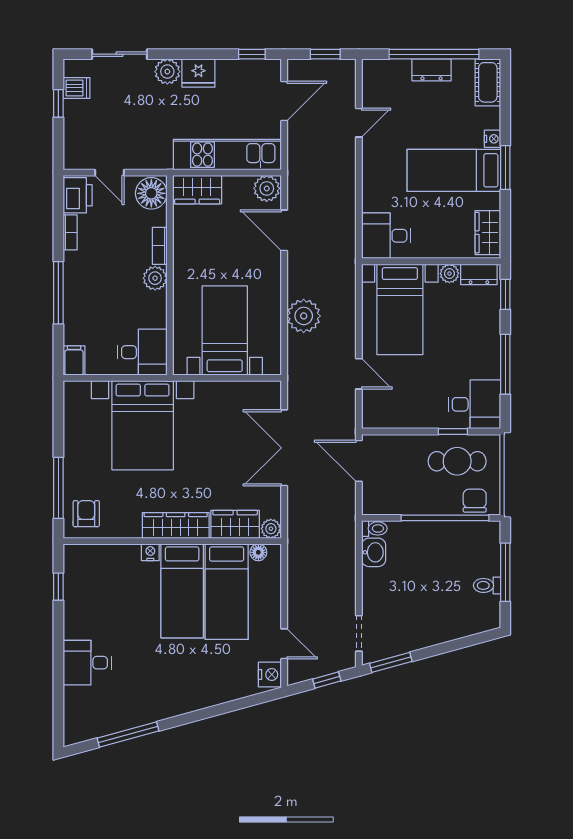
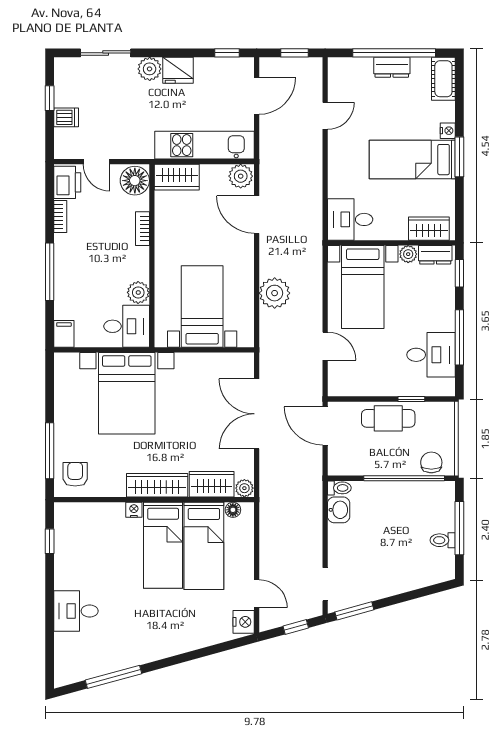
dishwasher: (76, 88) -> (66, 117), moved
wardrobe: (488, 233) -> (429, 229), moved, turned 90
plant: (155, 278) -> (138, 292), moved
desk: (474, 404) -> (431, 355), moved
cafe table: (457, 461) -> (388, 418), moved

